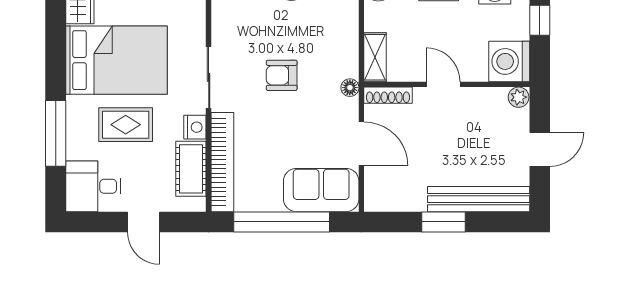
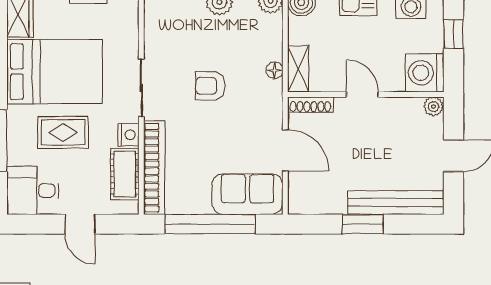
floor lamp: (350, 88) -> (275, 70), moved

